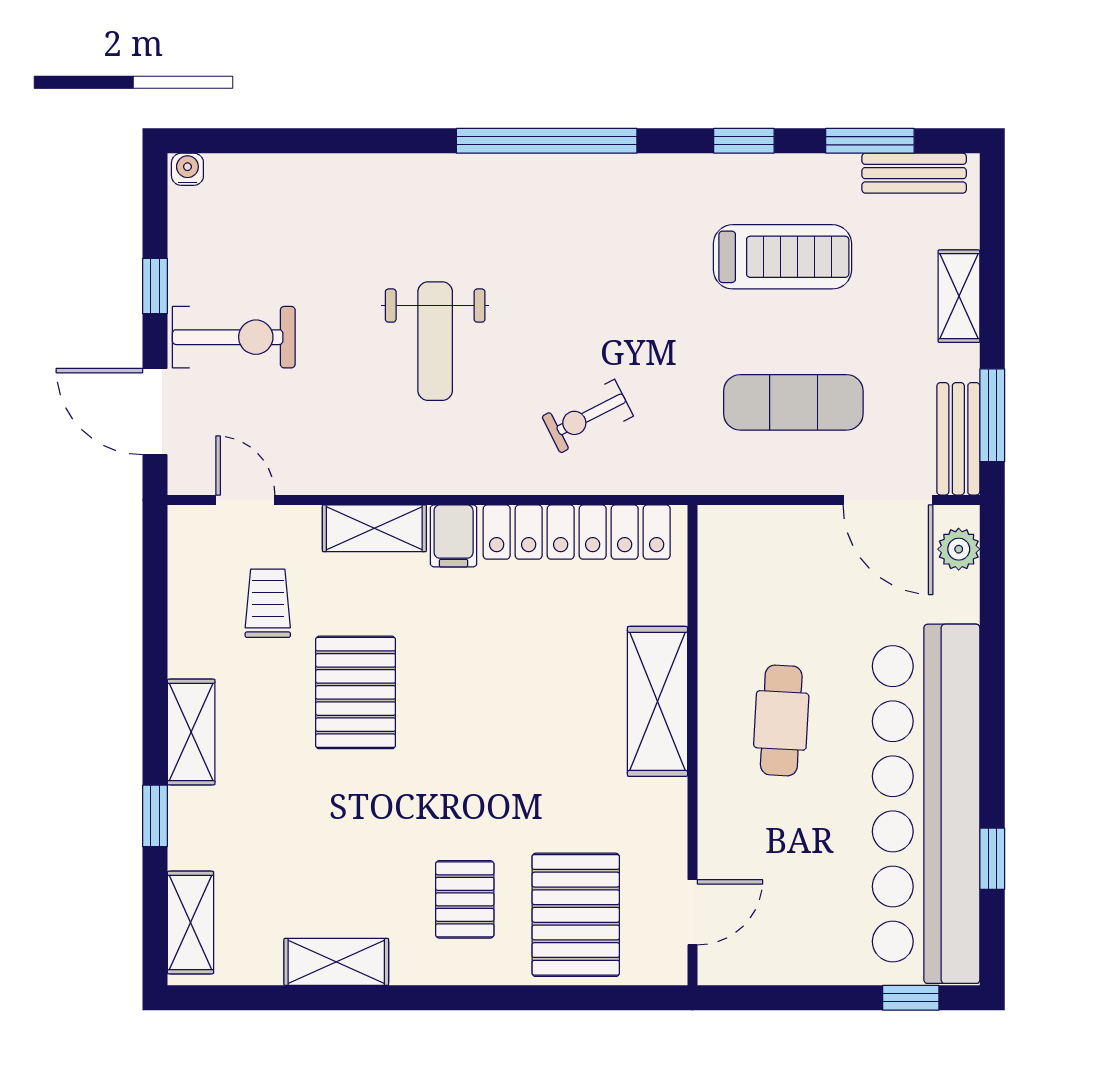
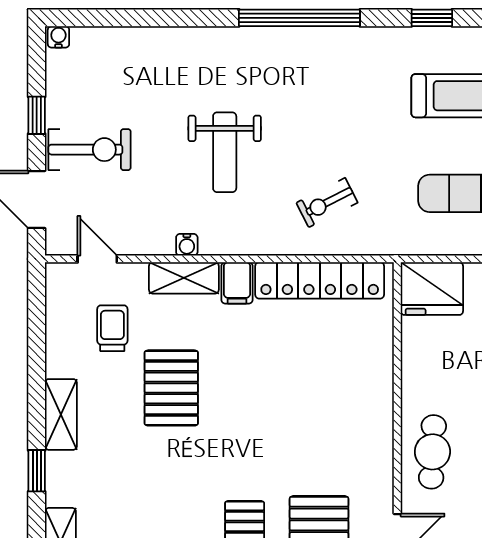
water cooler: (379, 479) -> (187, 245), added
fridge: (744, 544) -> (432, 289), added
shelving: (658, 701) -> (374, 394), removed
cafe table: (781, 720) -> (432, 452), moved

